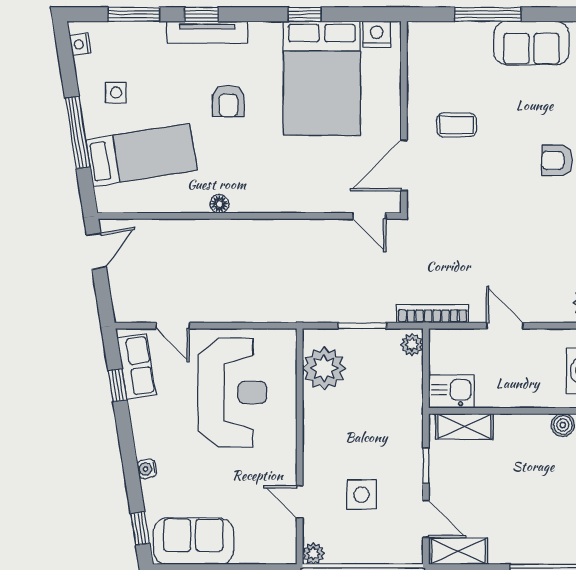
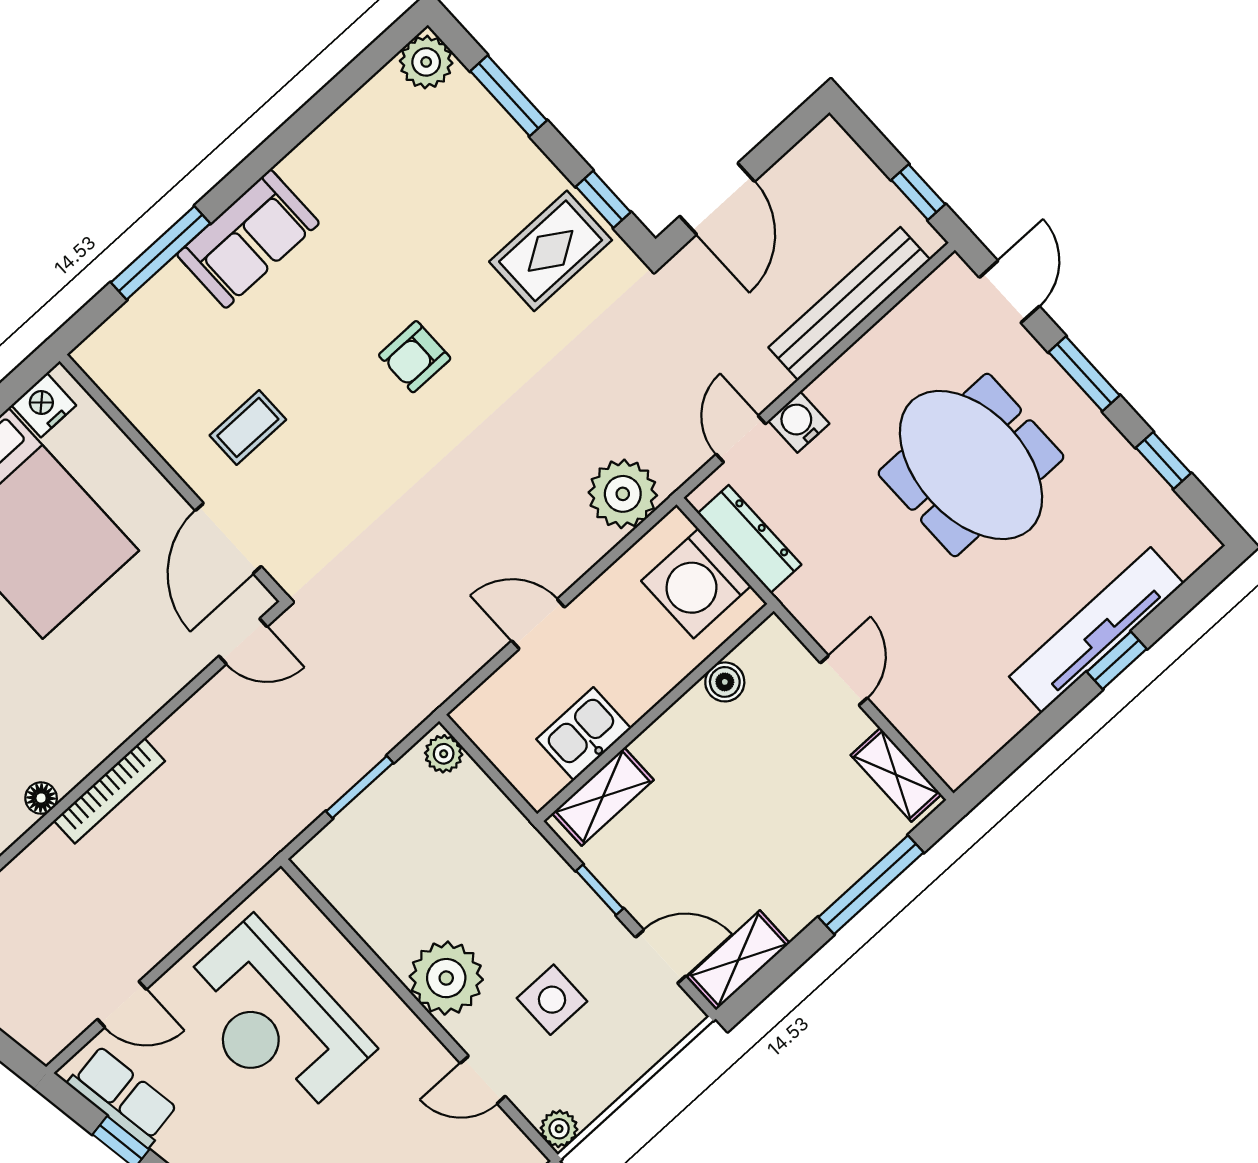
bookcase: (432, 314) -> (109, 791), moved, turned 180
plant: (324, 368) -> (446, 978), moved
kitchen sink: (451, 391) -> (584, 734), moved
reception desk: (232, 392) -> (273, 1019), turned 180

